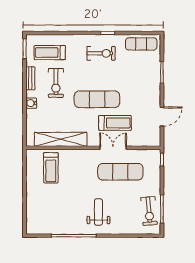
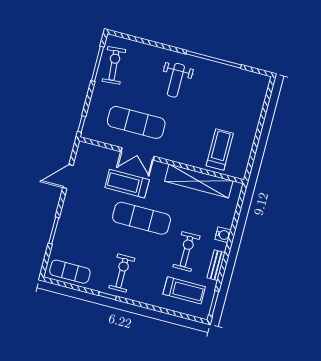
exercise bike: (101, 53) -> (122, 273), turned 90

